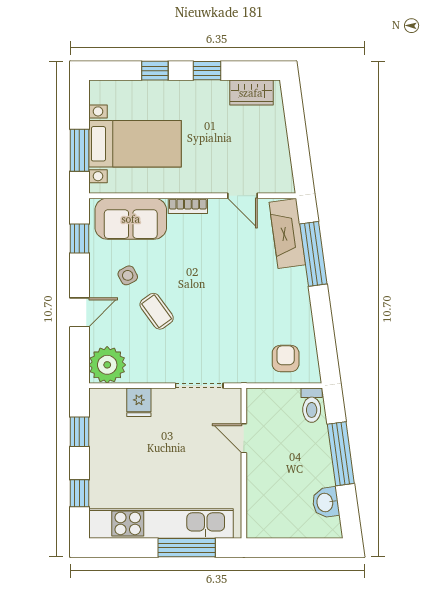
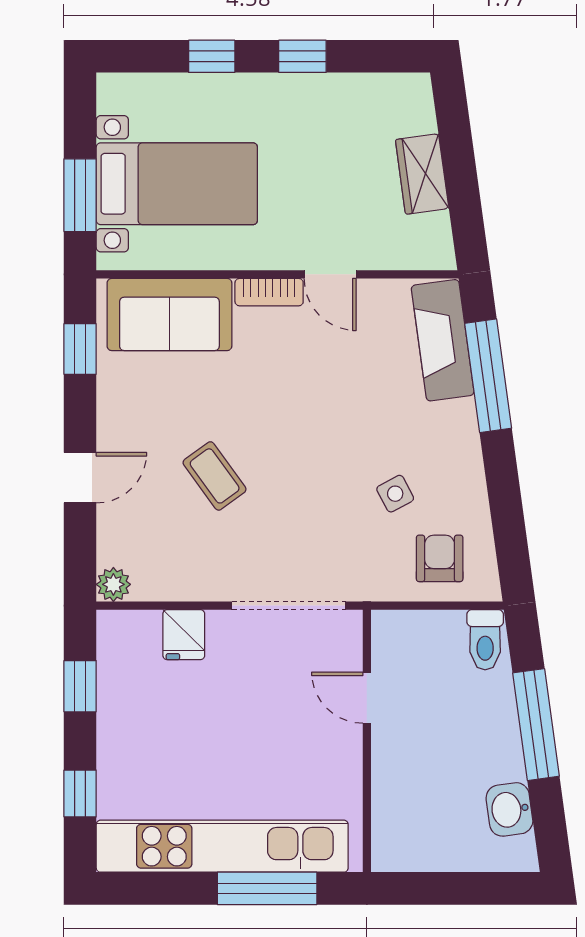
wardrobe: (251, 93) -> (422, 174), moved, turned 82
door: (242, 196) -> (330, 274), moved
side table: (128, 275) -> (395, 494), moved
plant: (107, 365) -> (113, 584), width x0.53, depth x0.53
doorway: (199, 386) -> (289, 606), width x1.36

